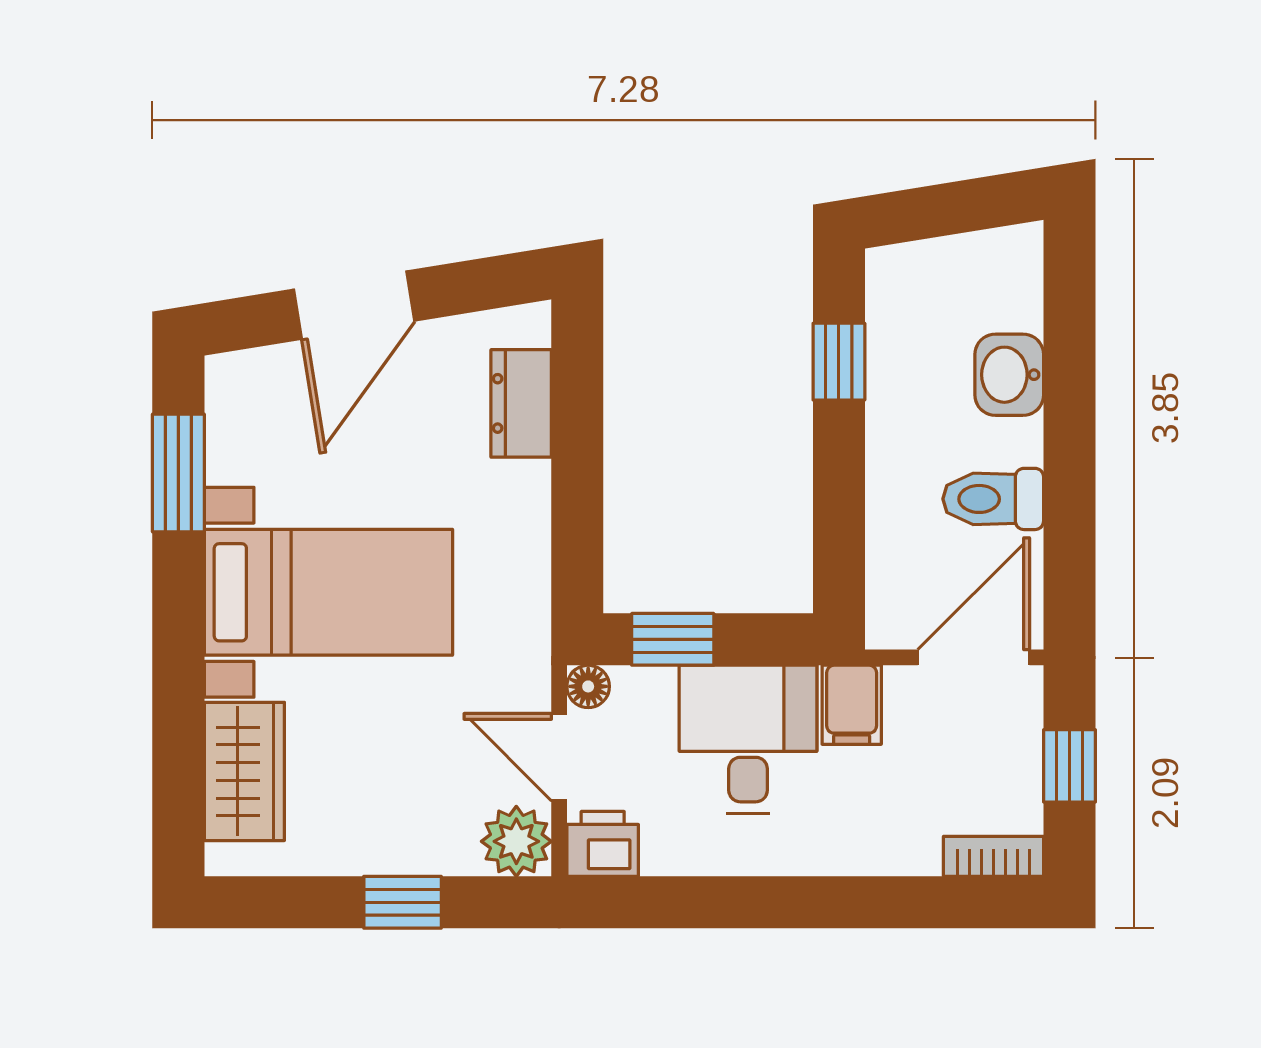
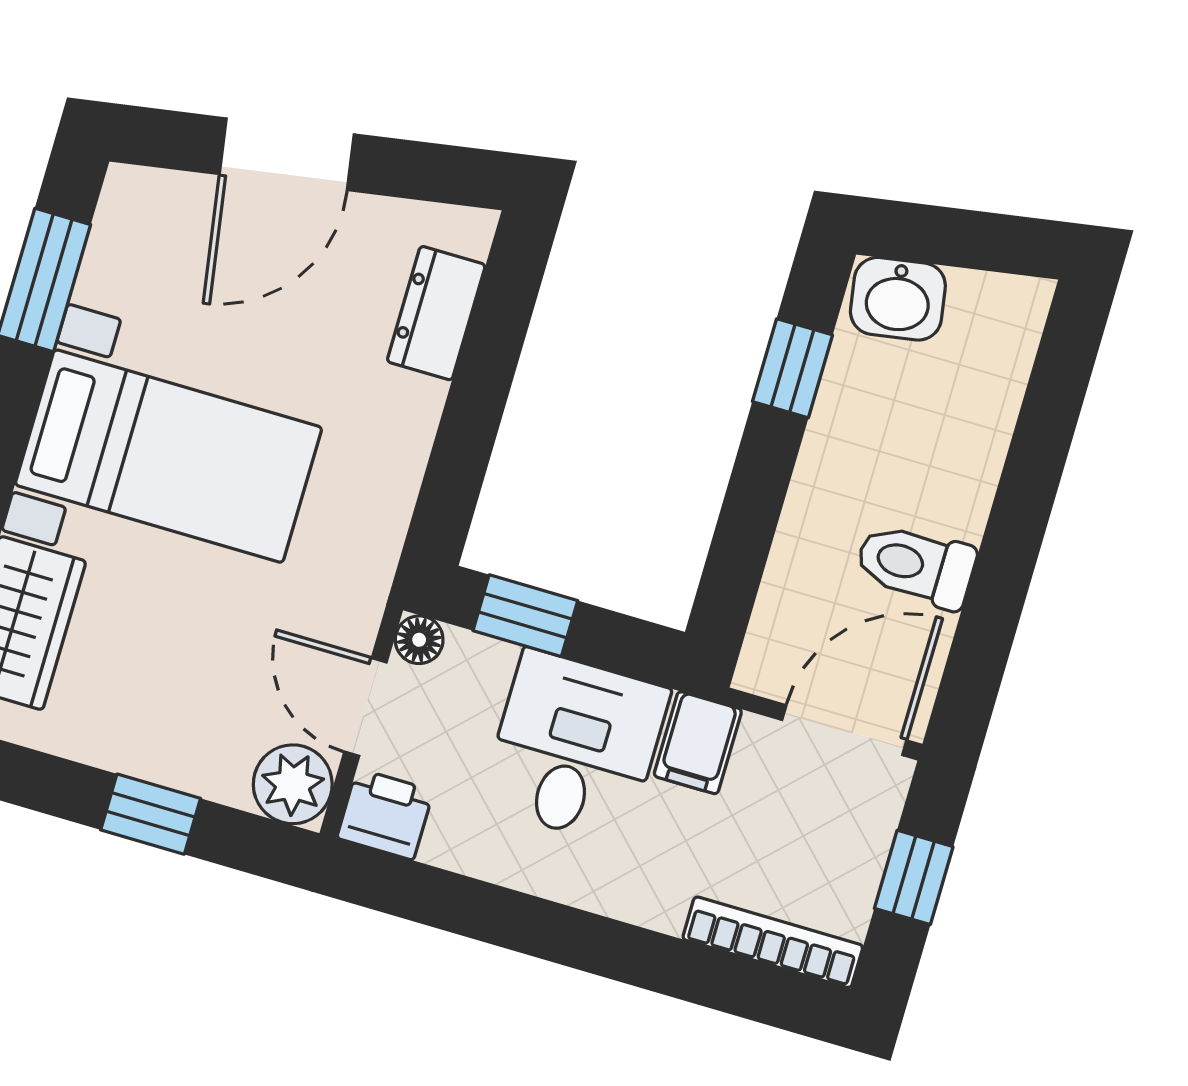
washbasin: (1009, 375) -> (898, 299), moved, turned -99
bookcase: (994, 856) -> (773, 942), width x1.56

